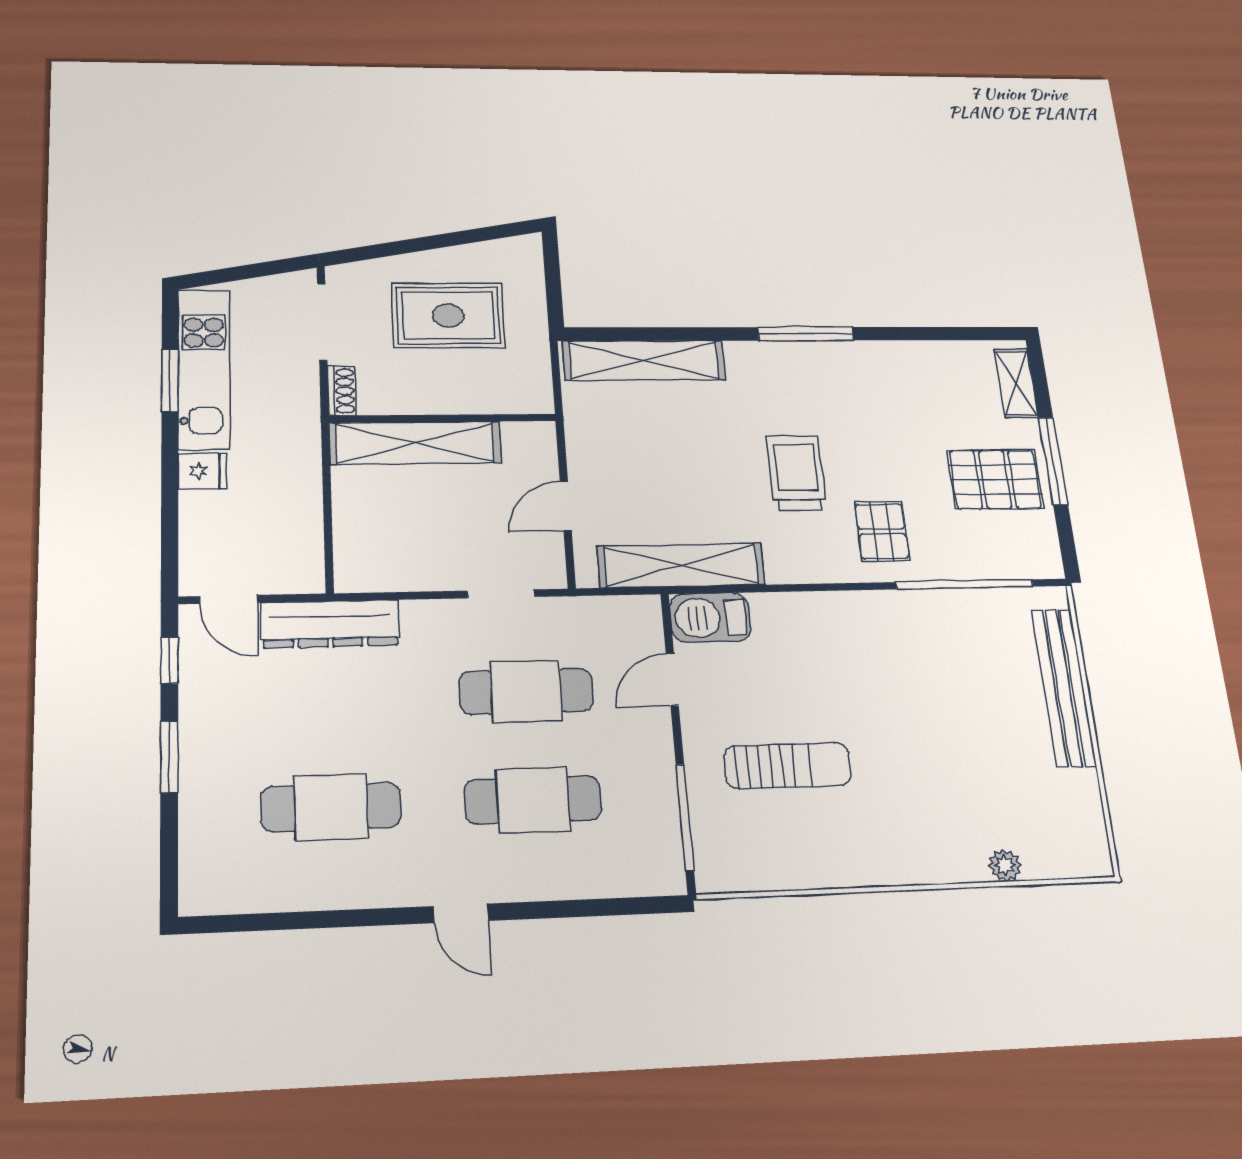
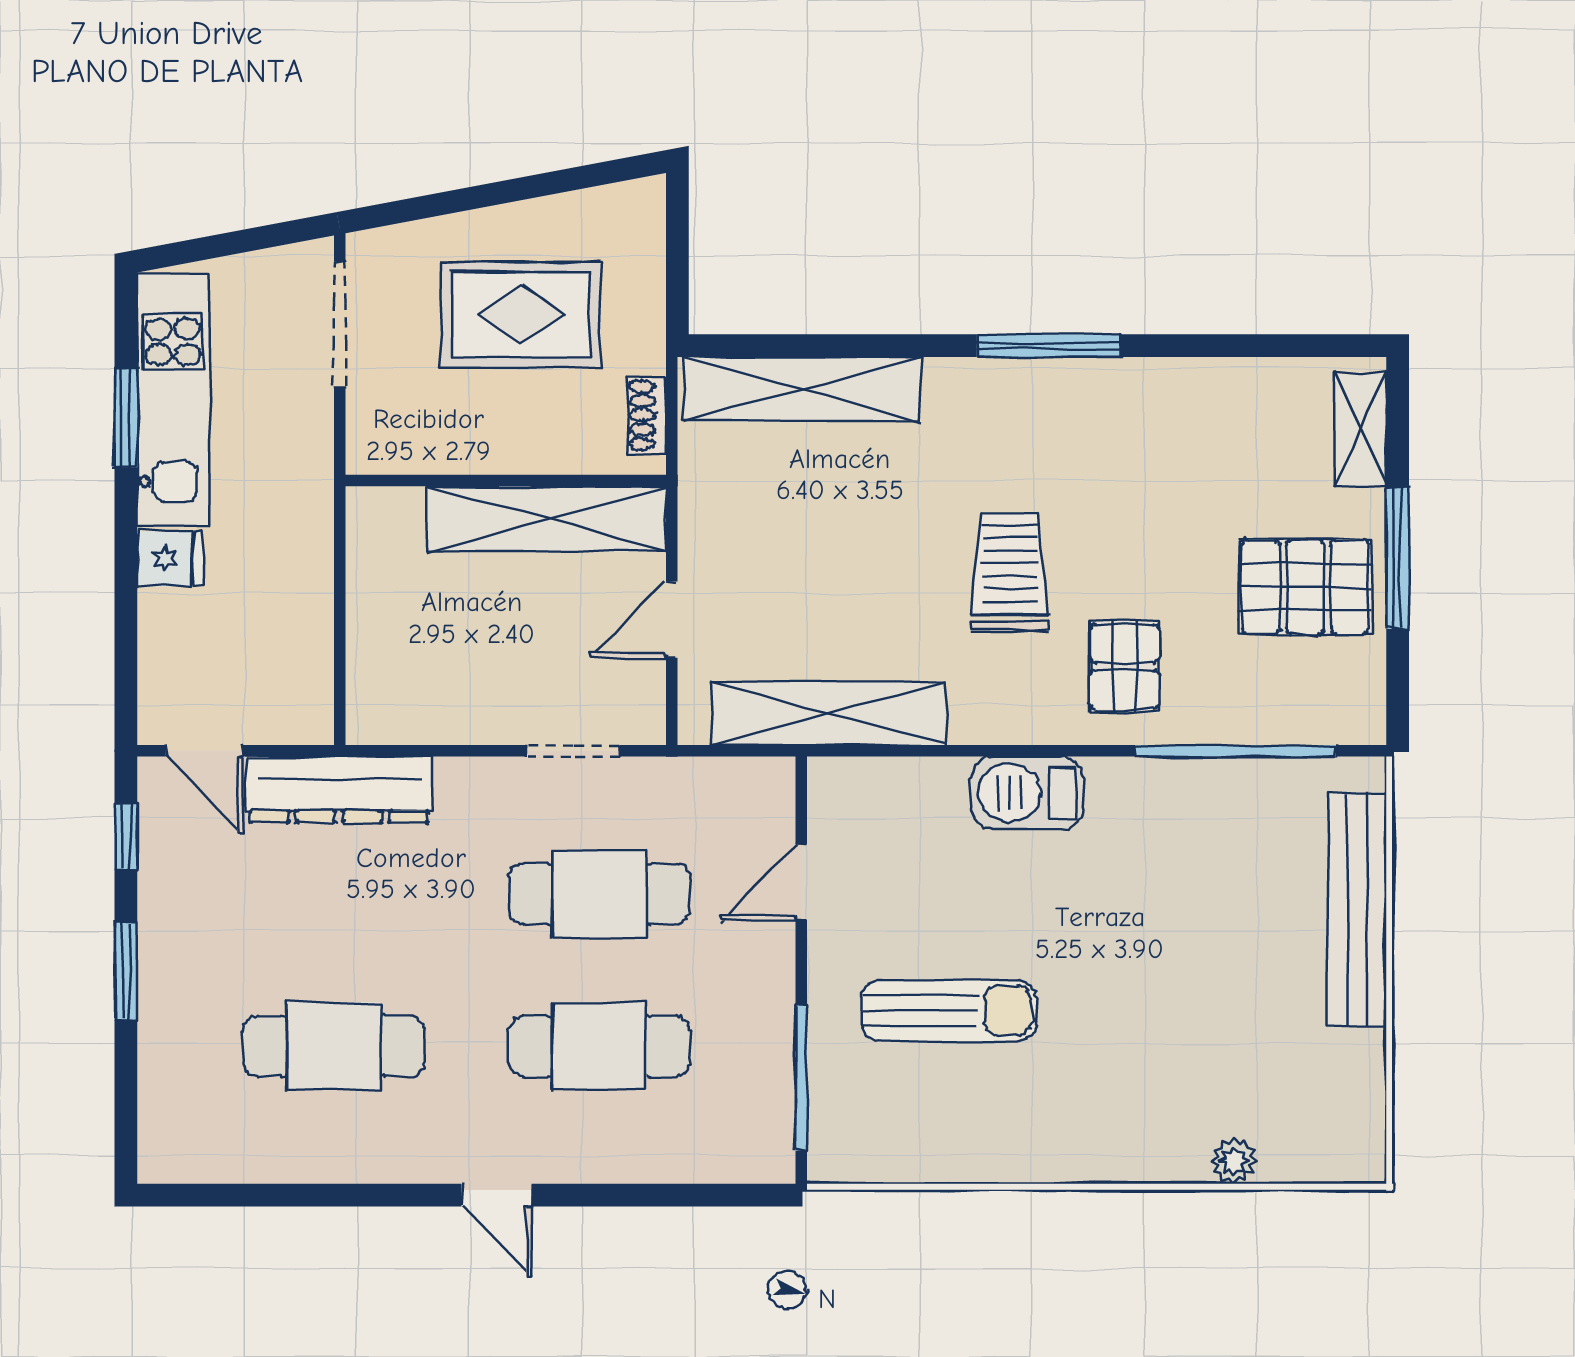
shoe rack: (342, 391) -> (647, 415), moved, turned 180
shelving: (415, 443) -> (547, 519), moved
barbecue: (710, 618) -> (1027, 793), moved

